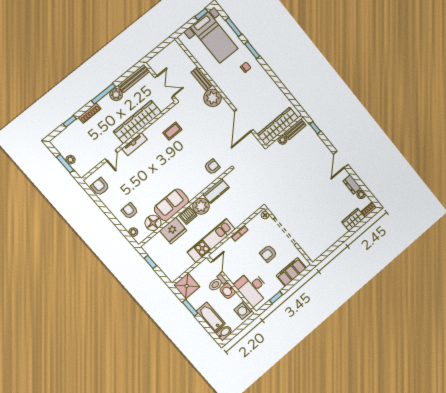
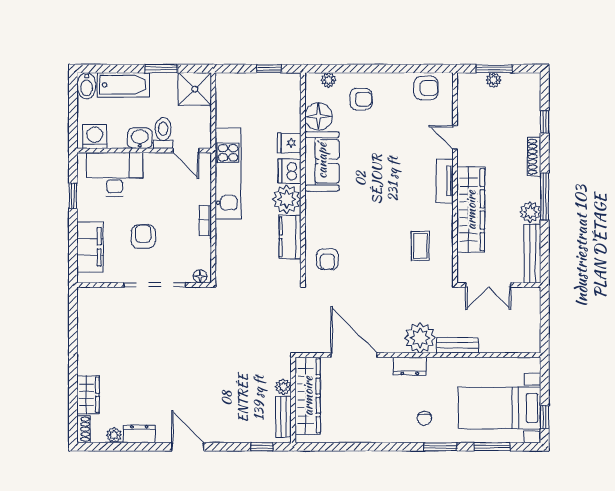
dresser: (229, 92) -> (410, 366), added
fridge: (173, 231) -> (289, 143), width x0.53, depth x0.75

